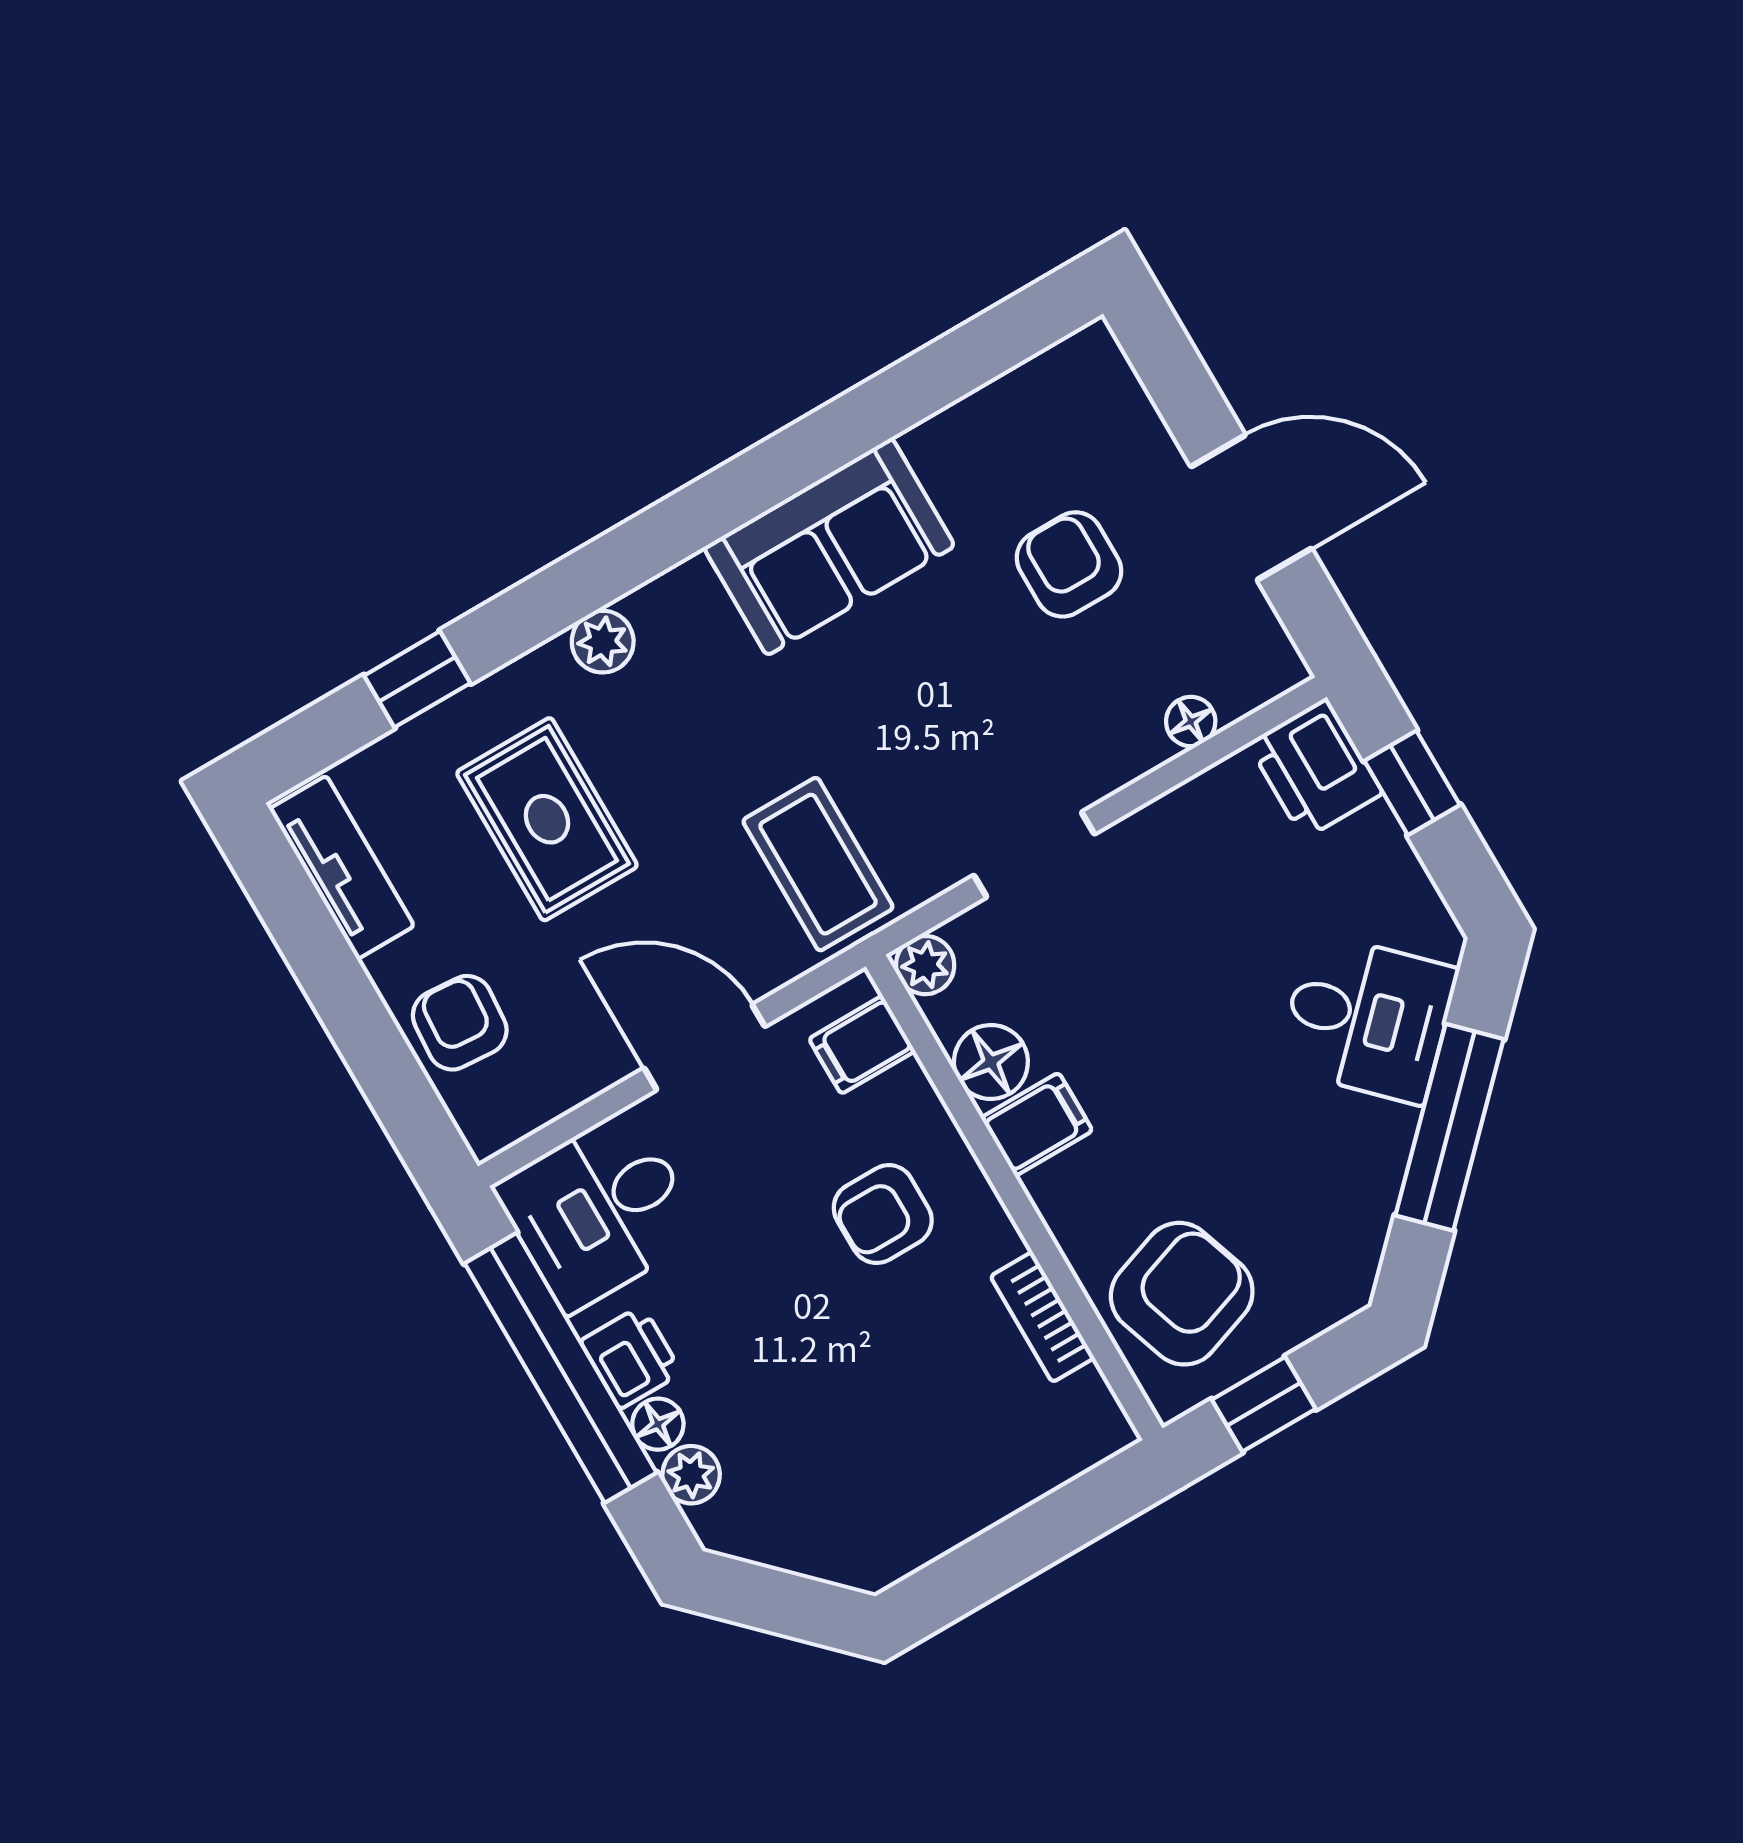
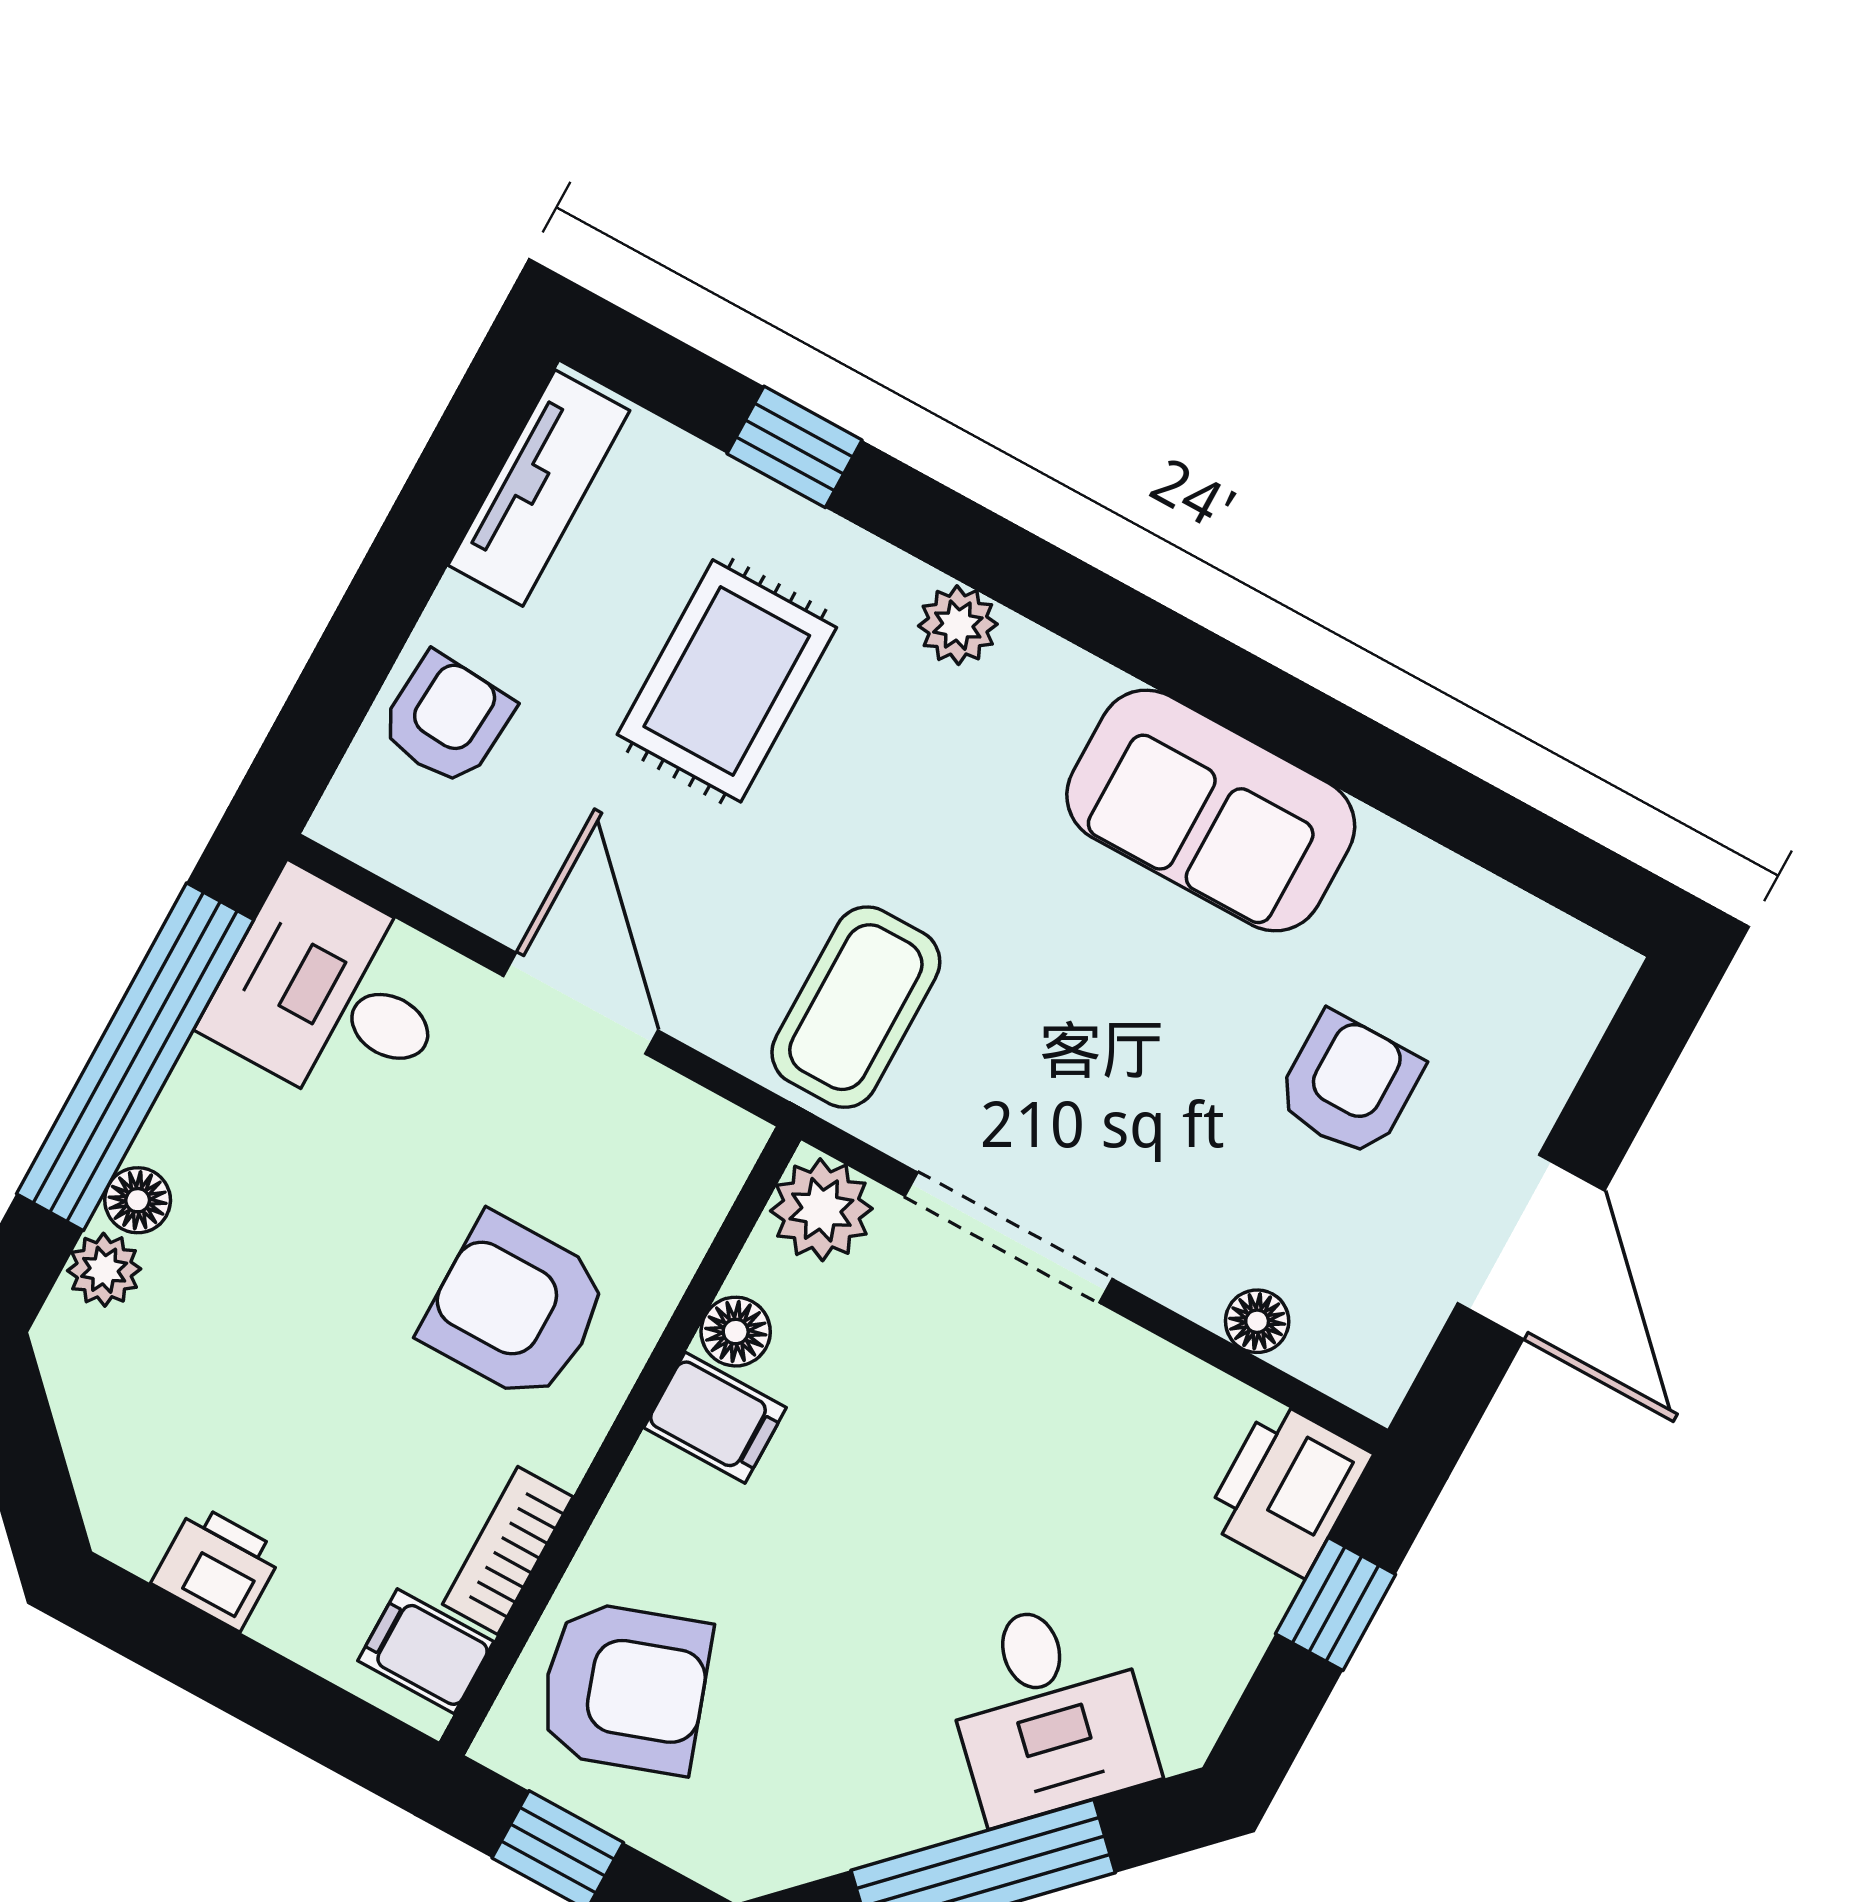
doorway: (1034, 855) -> (1008, 1237), width x1.38
plant: (925, 965) -> (821, 1210), width x1.38, depth x1.38
filing cabinet: (862, 1045) -> (426, 1651), moved
floor lamp: (991, 1062) -> (736, 1332), width x0.73, depth x0.73
armchair: (883, 1214) -> (515, 1308), width x1.38, depth x1.38
printer: (631, 1357) -> (217, 1567), moved, turned -90

